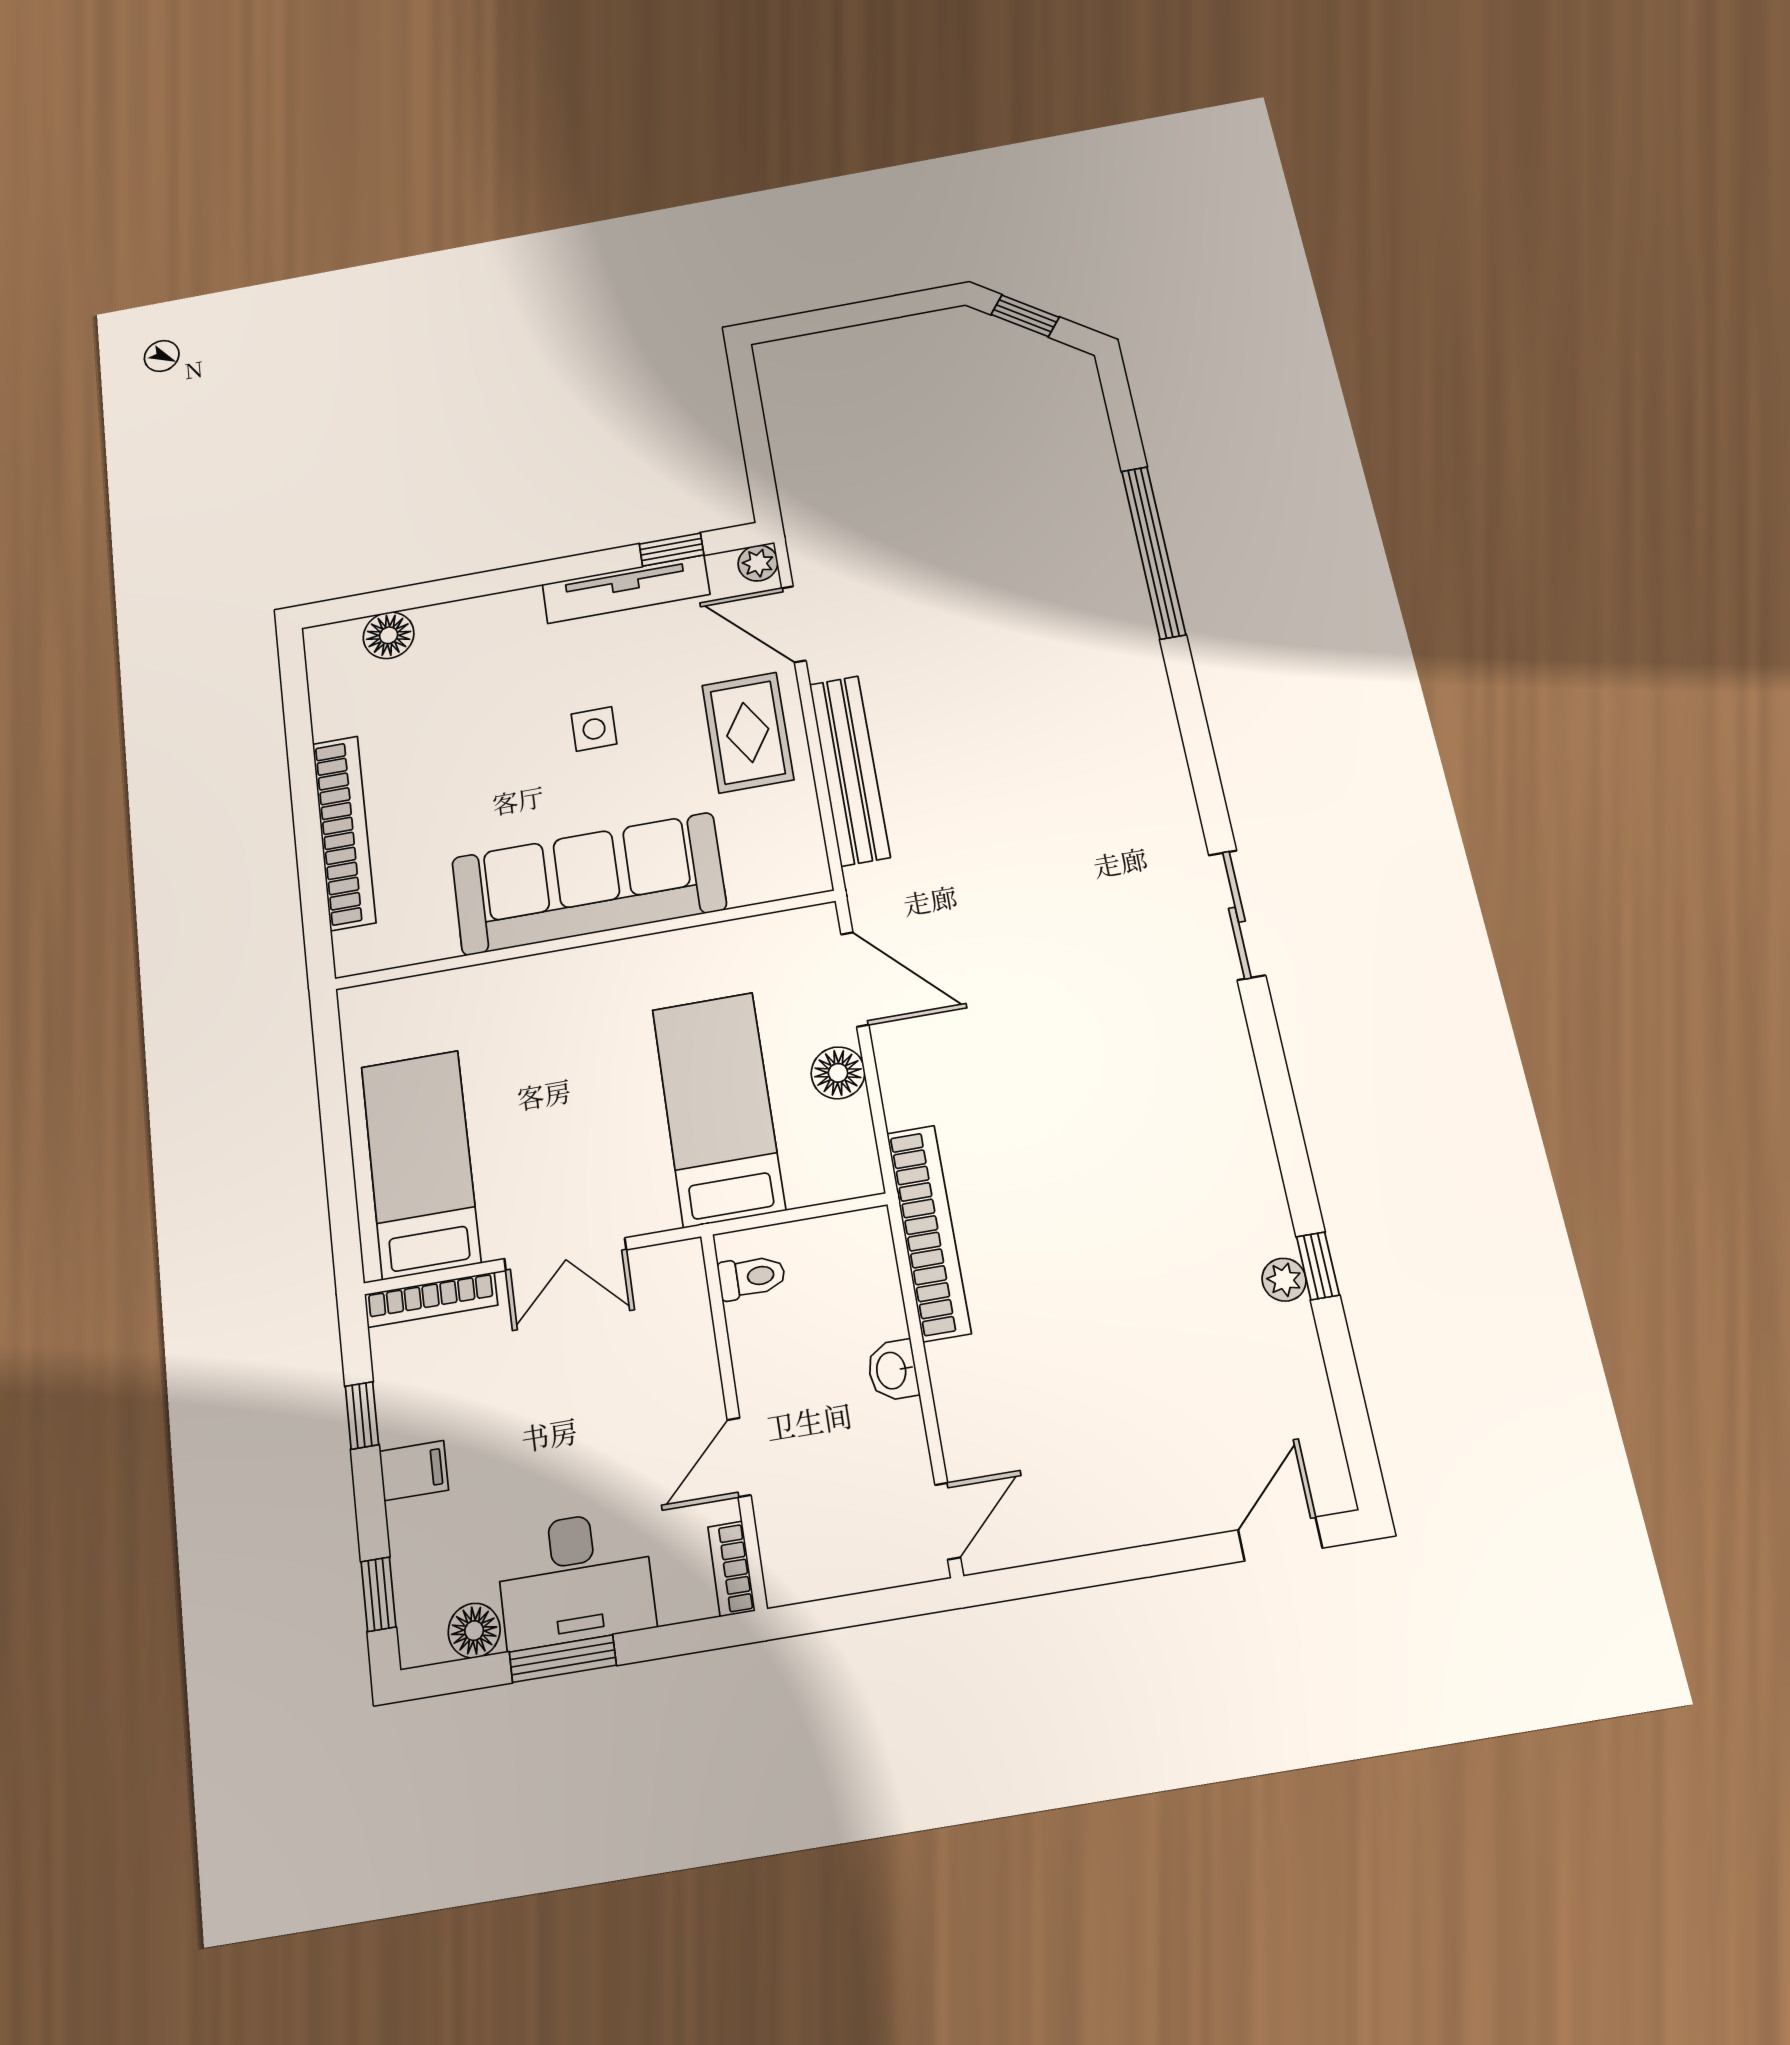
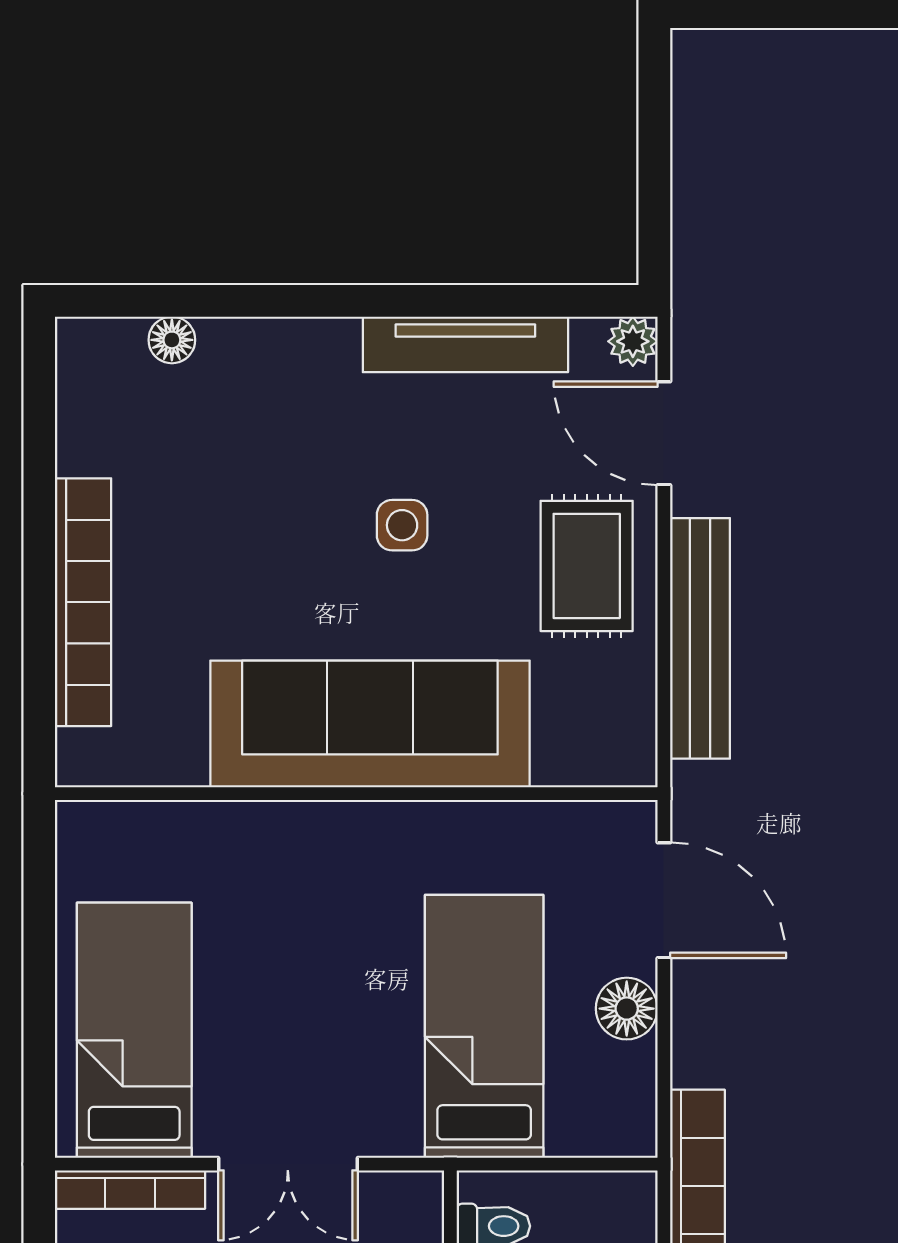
window: (671, 550) -> (529, 301), removed
floor lamp: (389, 635) -> (172, 340), width x0.73, depth x0.73

